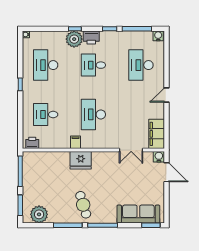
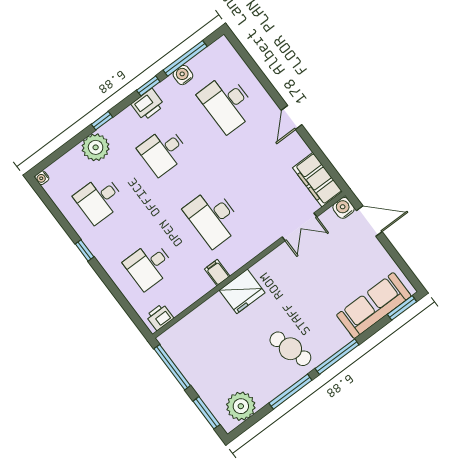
water cooler: (158, 36) -> (183, 75), moved
printer: (91, 37) -> (148, 105), moved
plant: (74, 39) -> (96, 147), moved
desk: (46, 65) -> (99, 199), width x0.73

